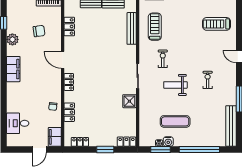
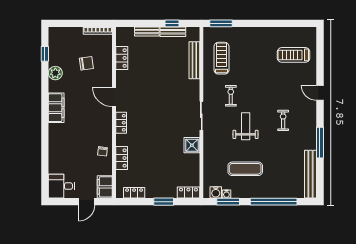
weight bench: (175, 85) -> (246, 126), turned 90
desk: (18, 123) -> (61, 186), moved
water cooler: (168, 142) -> (216, 192), moved

